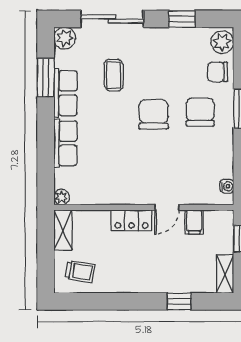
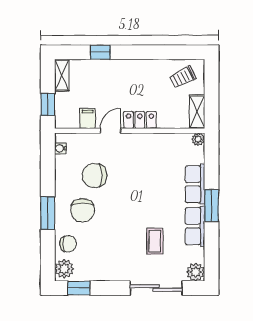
window: (182, 19) -> (79, 288), moved
window: (46, 78) -> (212, 206), moved
chair: (153, 114) -> (94, 175), moved, turned 90
trolley: (80, 272) -> (183, 77), turned -36

